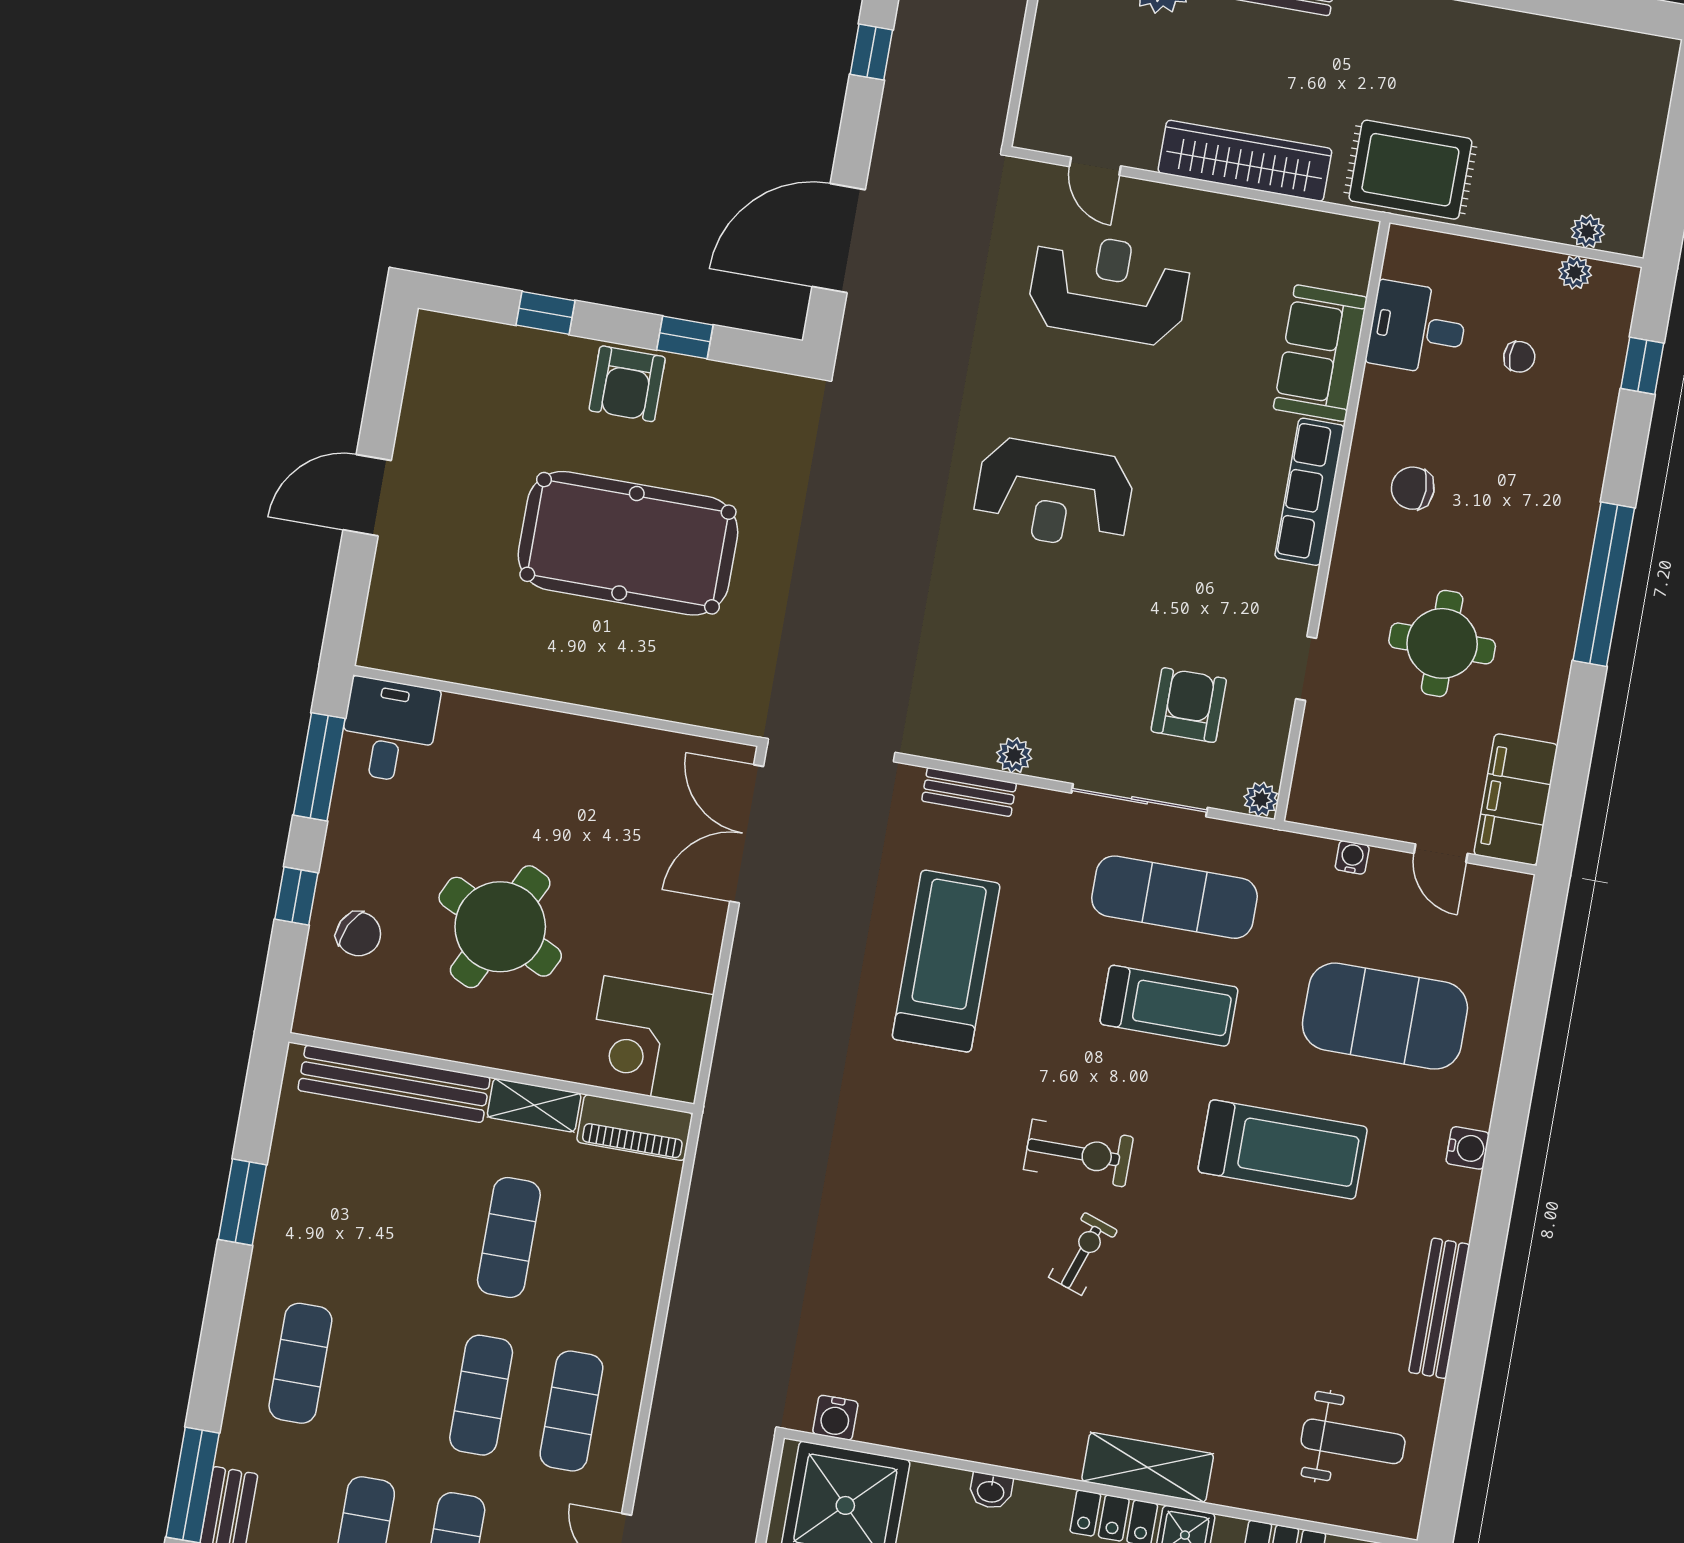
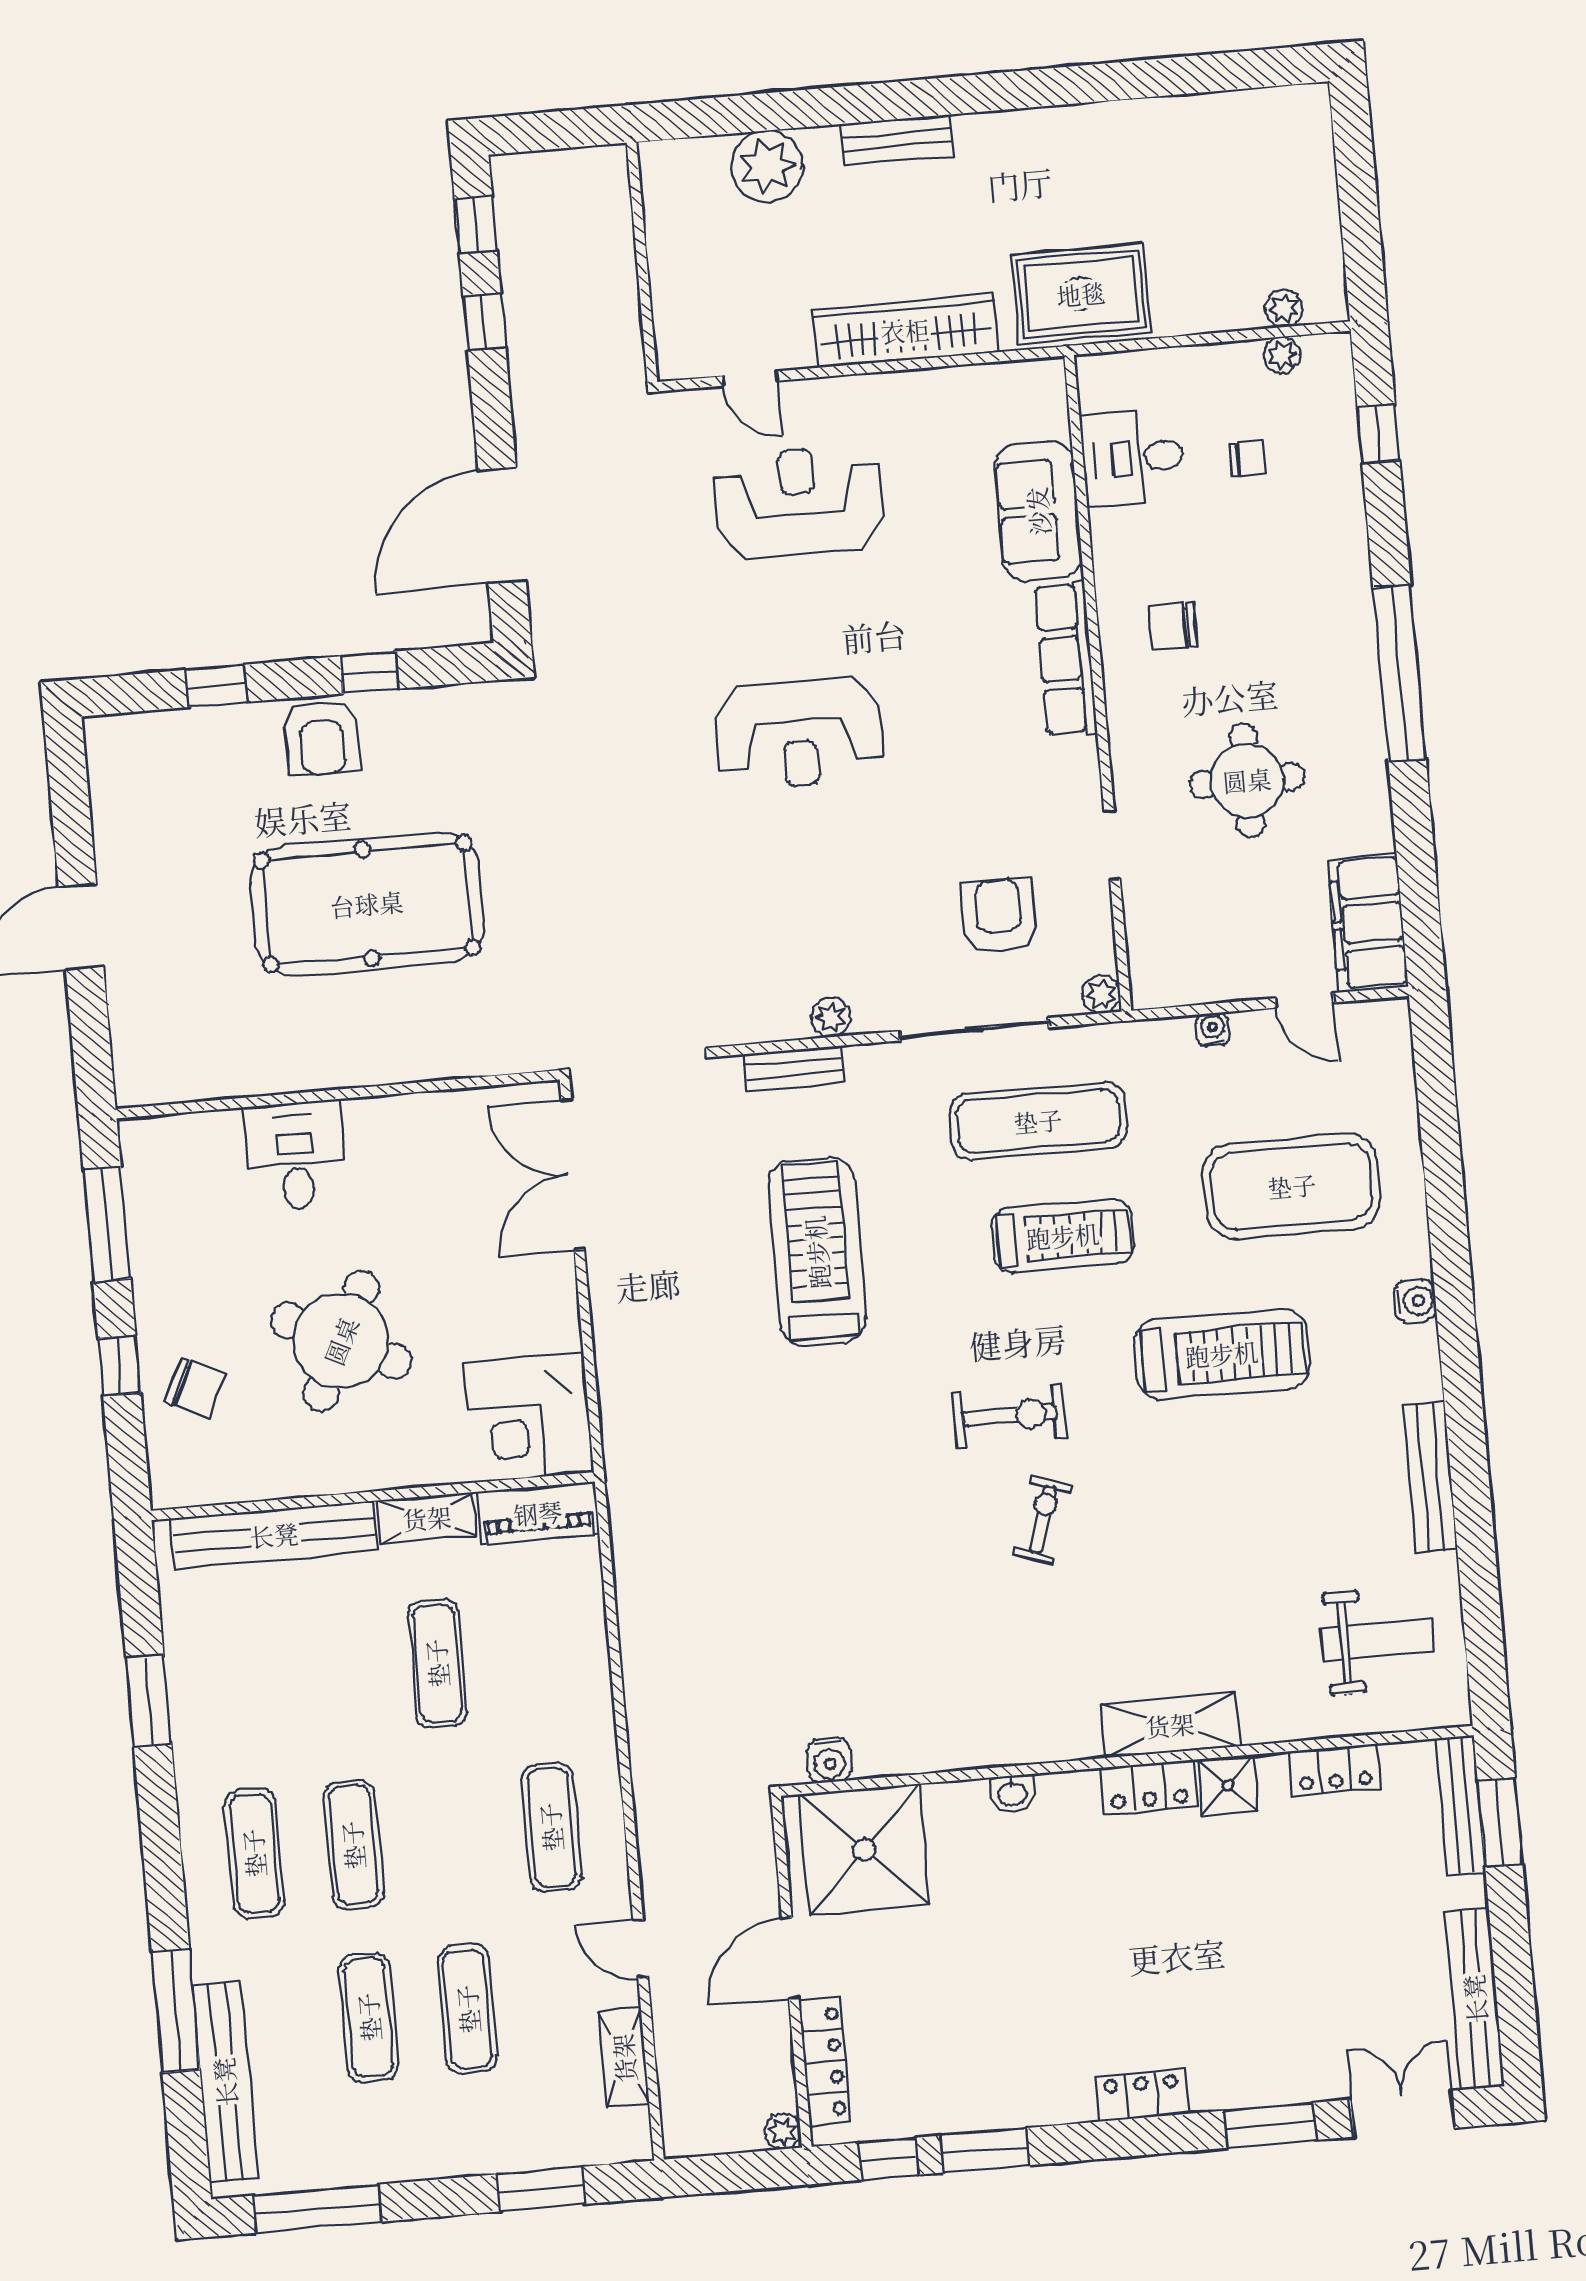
desk: (389, 730) -> (296, 1156), moved
exercise mat: (481, 1395) -> (353, 1845), moved

